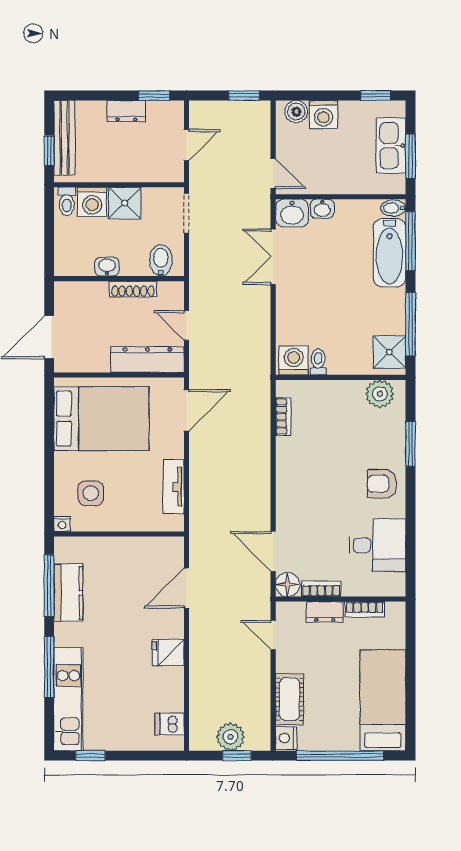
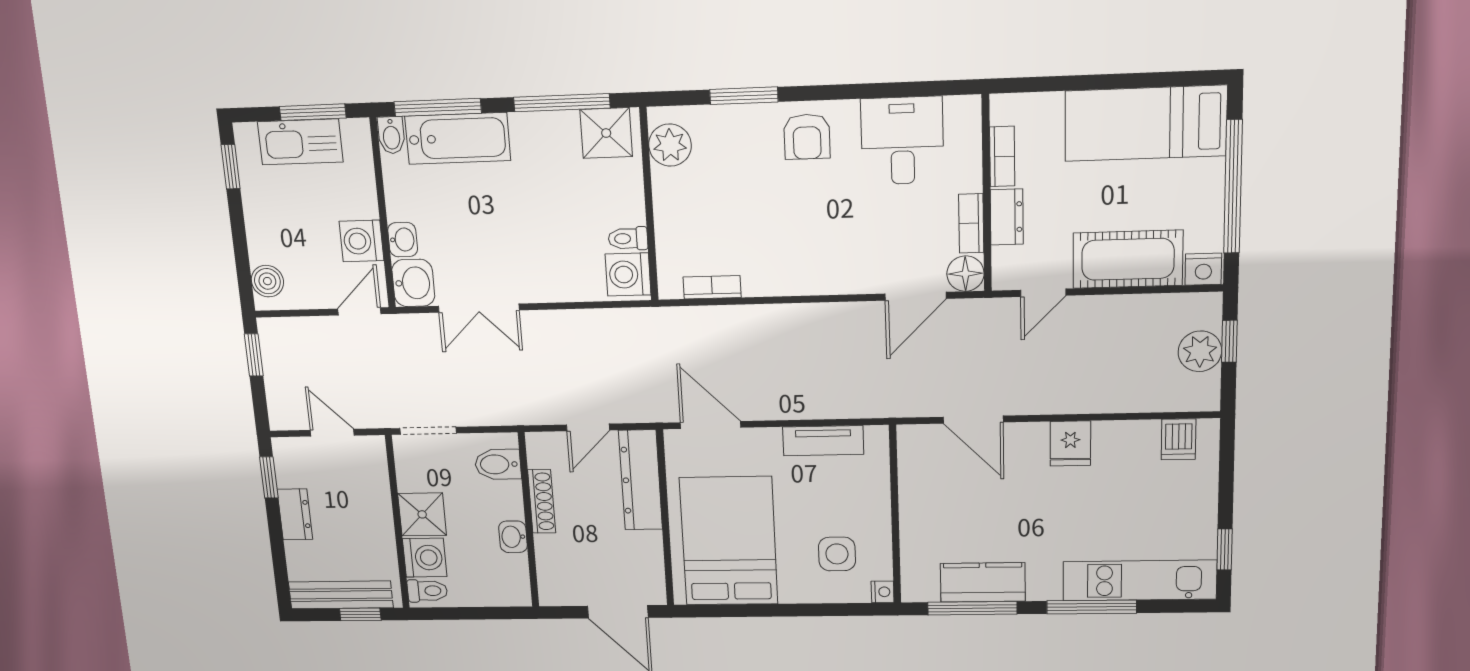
washing machine: (323, 114) -> (362, 241), moved, turned 180
cot: (289, 699) -> (1128, 259), width x1.37, depth x1.34

